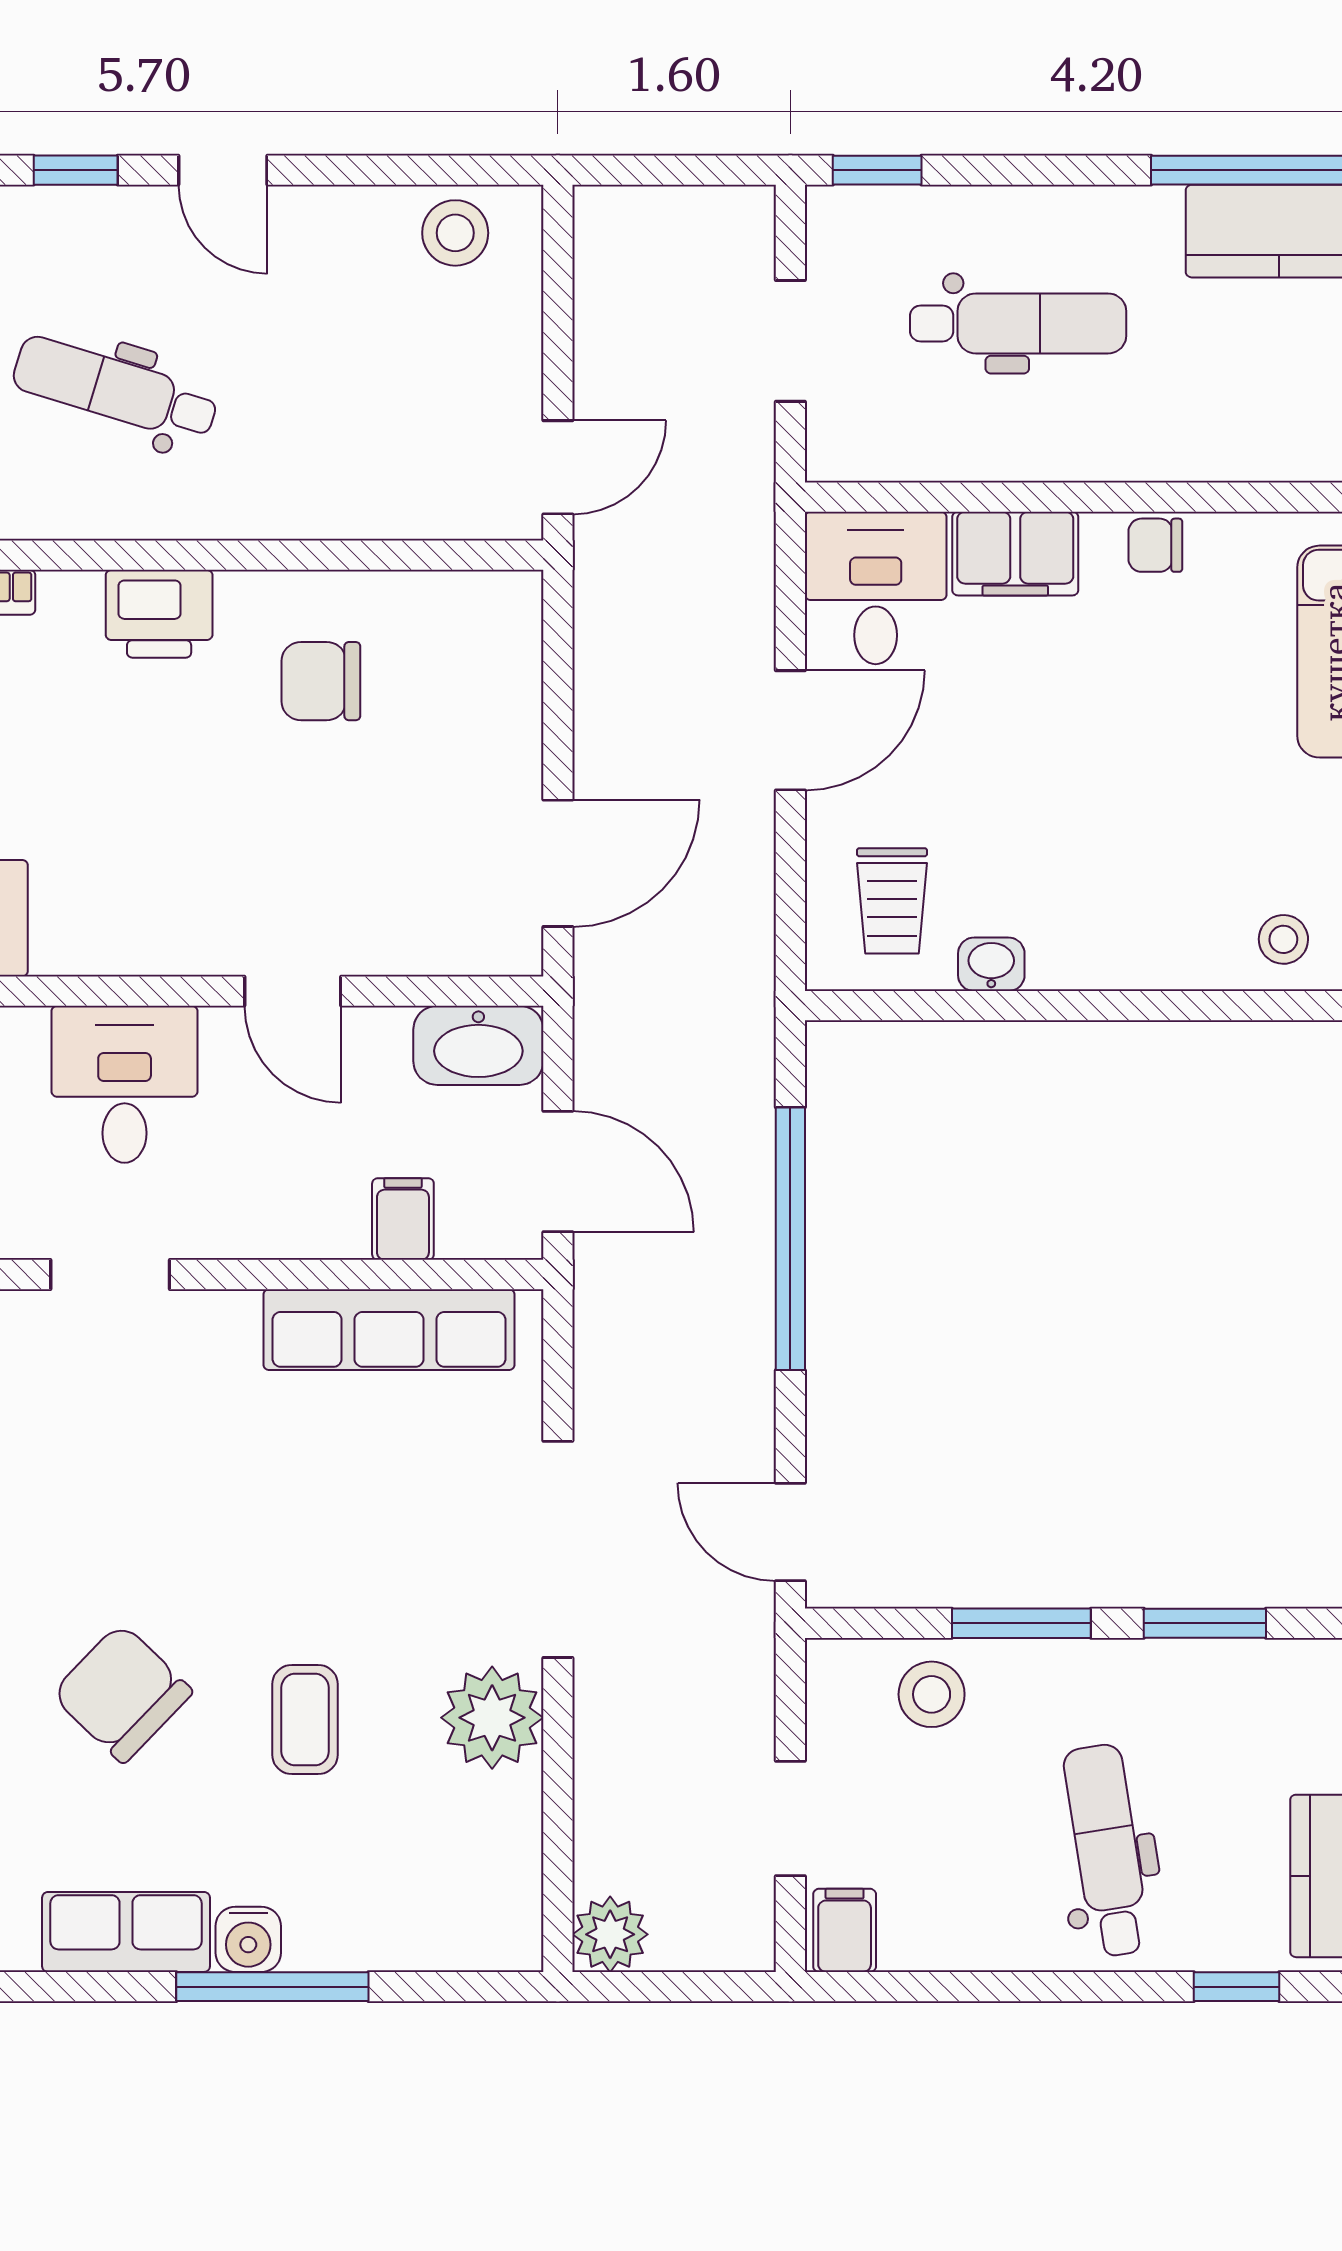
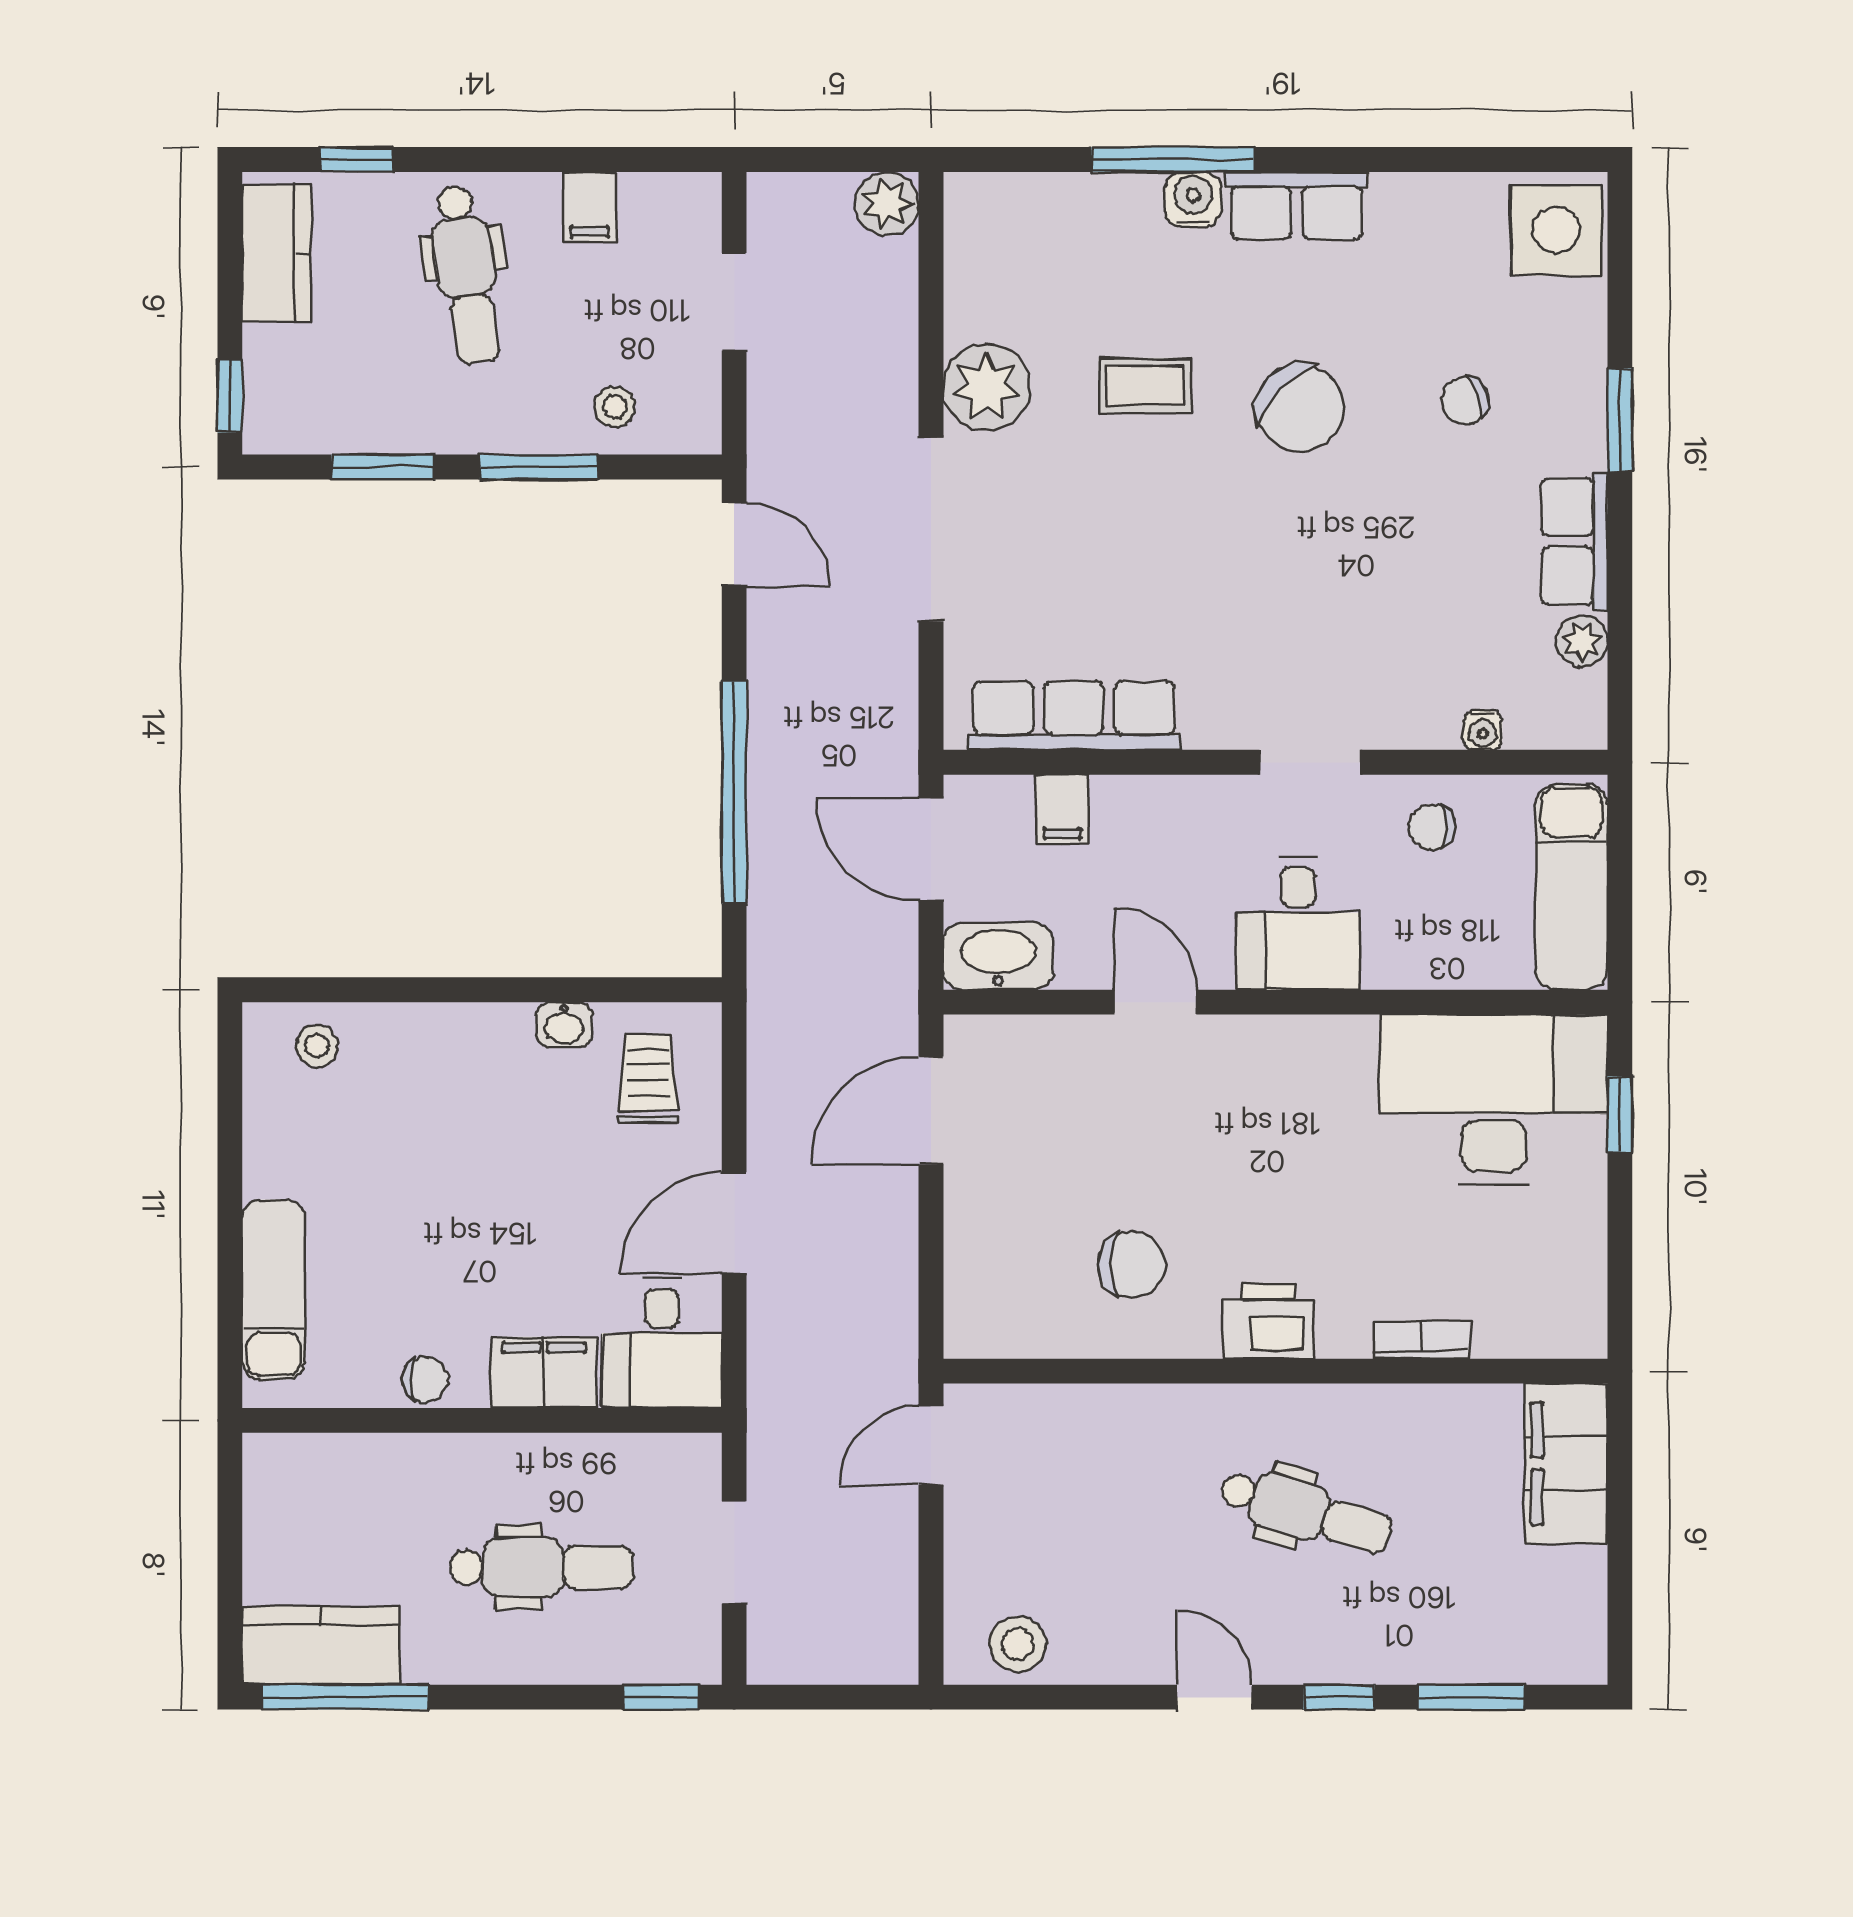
dental chair: (1018, 323) -> (541, 1567), turned 180
stool: (932, 1694) -> (615, 407), width x0.73, depth x0.73
coffee table: (305, 1720) -> (1145, 386), turned 90
filing cabinet: (845, 1930) -> (590, 207), moved

